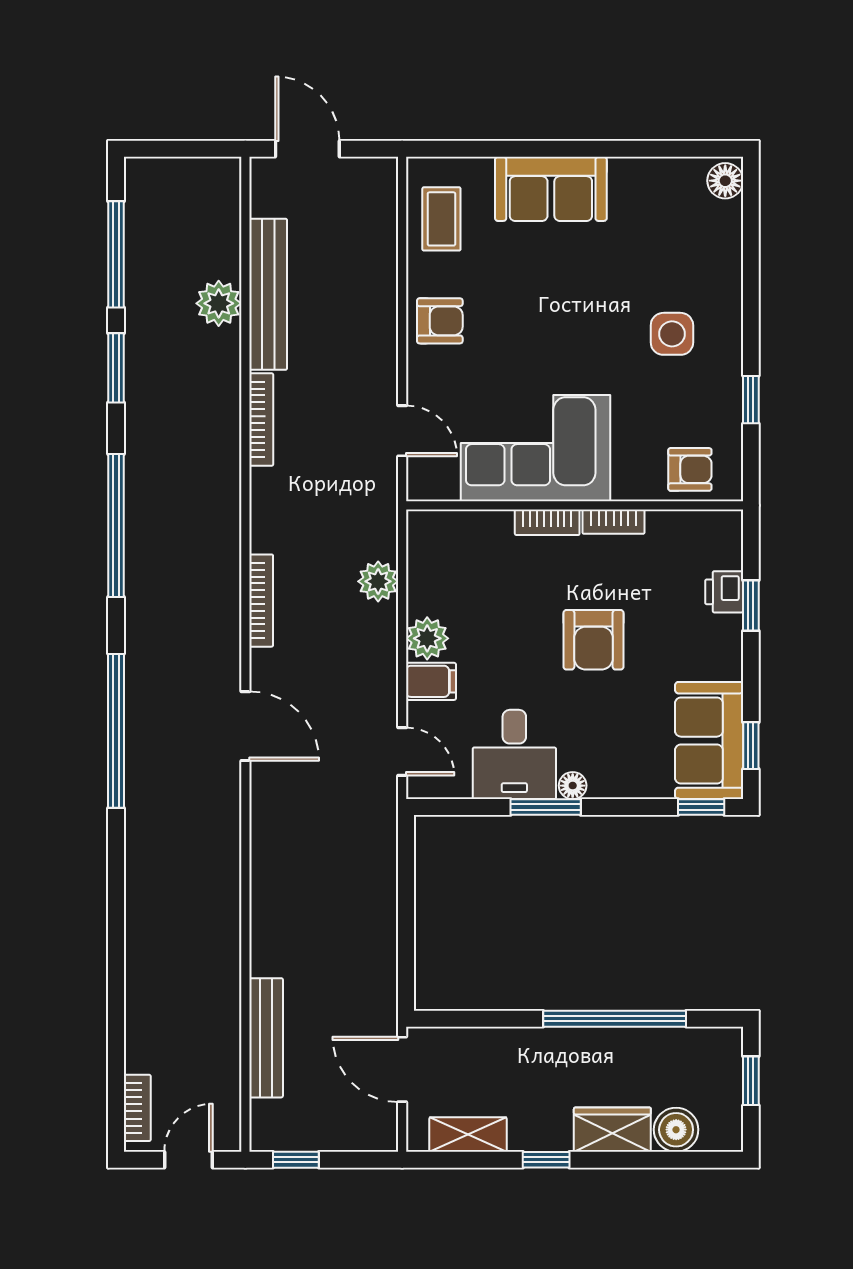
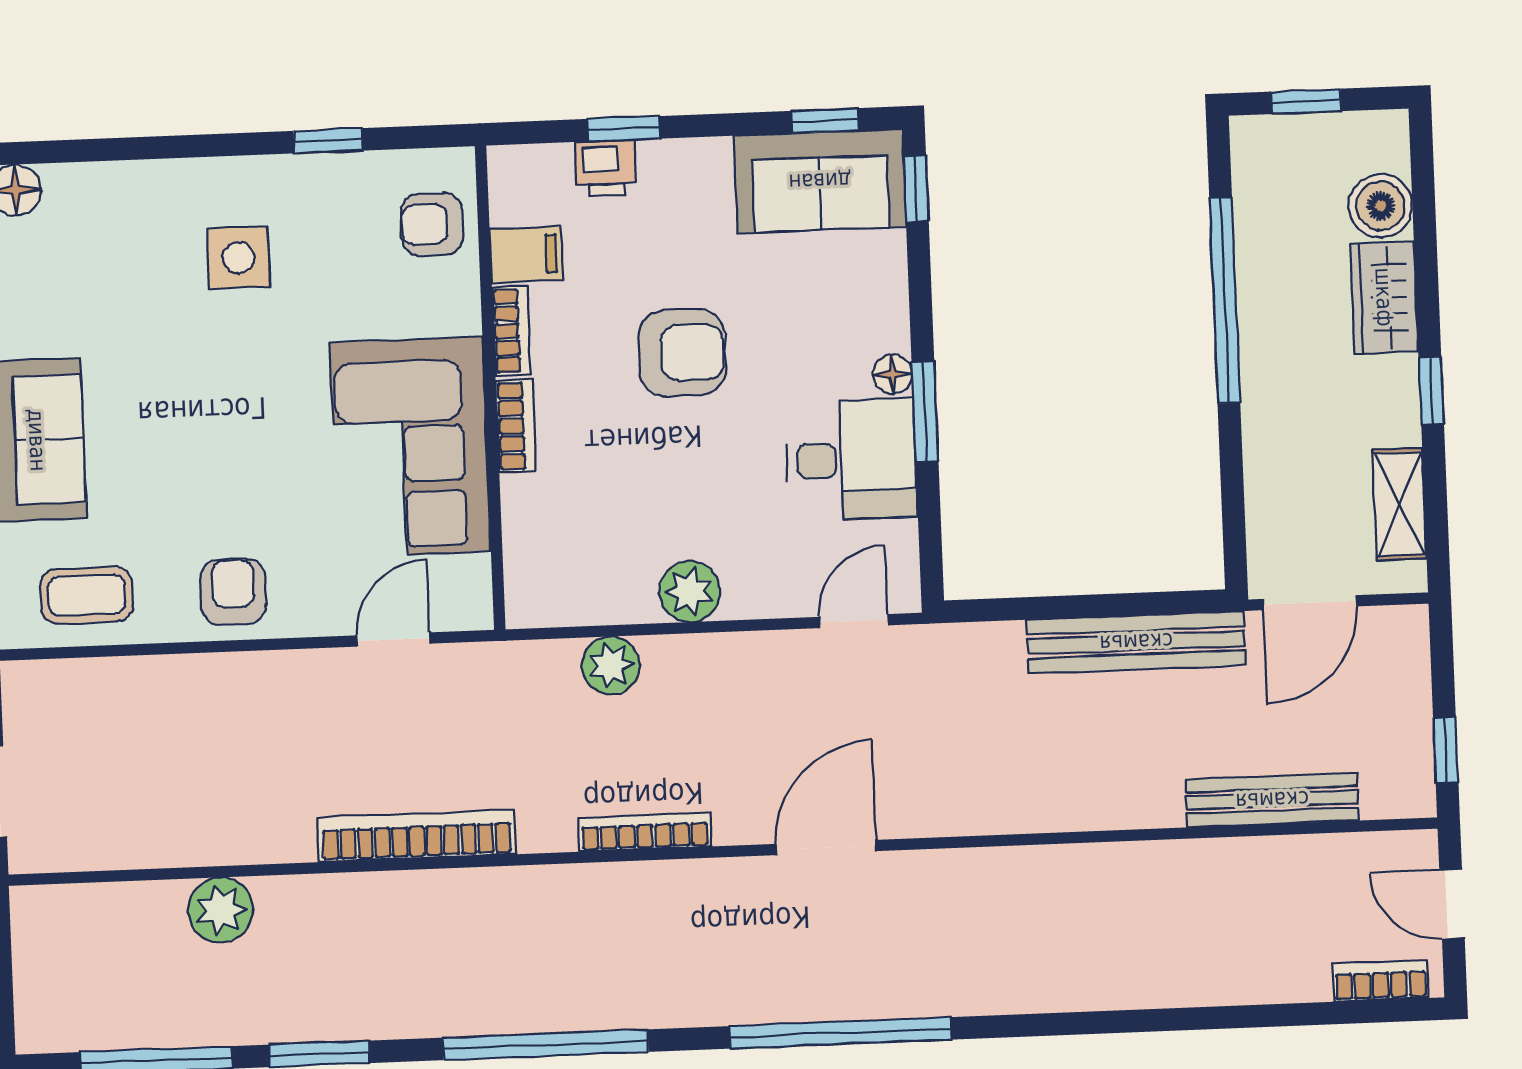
bench: (268, 294) -> (1136, 642), moved
bookcase: (261, 419) -> (417, 836), width x1.48, depth x1.31
armchair: (690, 469) -> (432, 224), turned -90
filing cabinet: (431, 681) -> (526, 254), moved, turned 90

